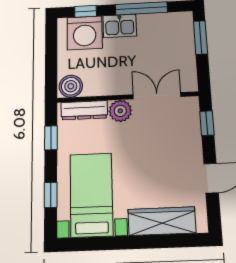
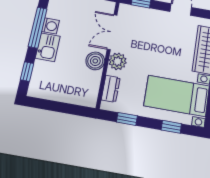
washing machine: (85, 33) -> (50, 26), moved, width x0.53, depth x0.53
boiler: (71, 86) -> (95, 61), moved
dresser: (84, 110) -> (111, 89), width x0.70

